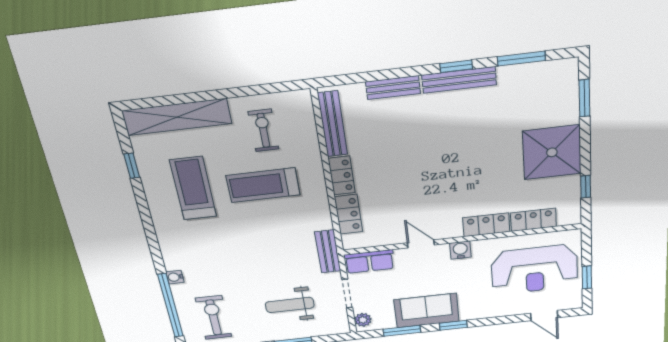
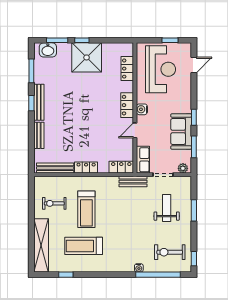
washbasin: (565, 84) -> (48, 50), added
window: (586, 187) -> (82, 40), moved
locker: (348, 214) -> (121, 167), moved
locker: (486, 225) -> (127, 105), moved
weight bench: (290, 305) -> (167, 208), turned 180

